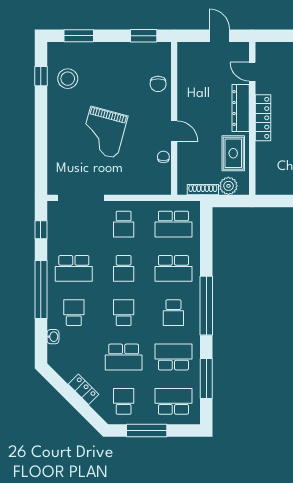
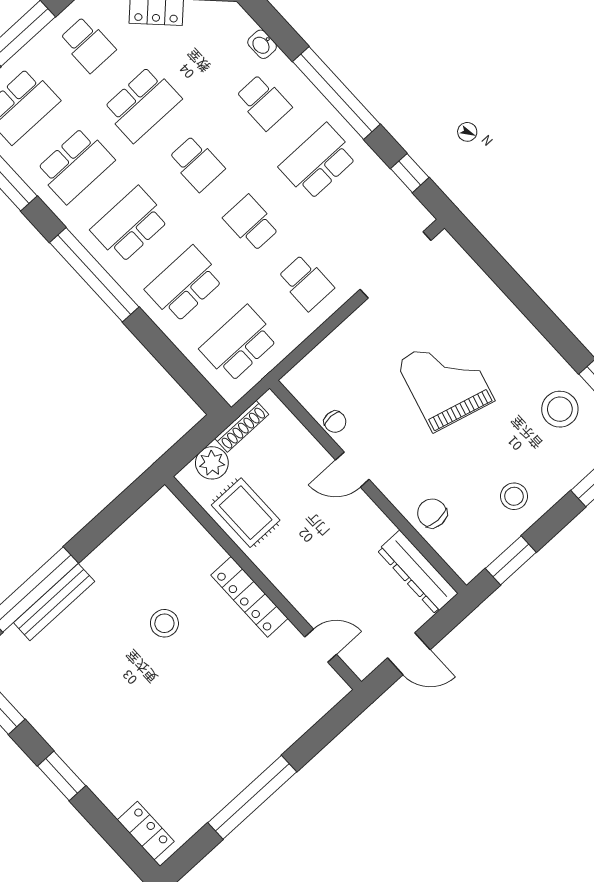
stool: (119, 60) -> (514, 496), added
dresser: (241, 108) -> (418, 572), moved, turned 180
school desk: (124, 224) -> (306, 283), turned 180
school desk: (173, 313) -> (130, 225), width x1.85
school desk: (124, 357) -> (142, 104), turned 180

